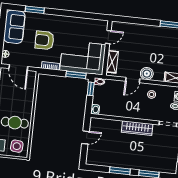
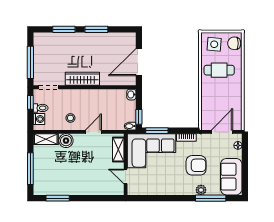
window: (35, 10) -> (211, 198), width x1.44
plant: (43, 18) -> (201, 190), added
door: (108, 37) -> (126, 177), hinge flipped
door: (18, 68) -> (222, 132), hinge flipped
boiler: (147, 74) -> (66, 141), moved
door: (85, 137) -> (139, 62), width x1.88

